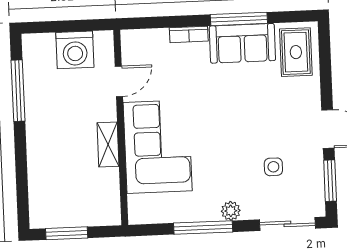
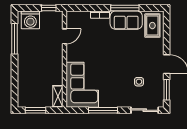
window: (85, 25) -> (49, 8), added
washing machine: (75, 50) -> (30, 20), moved
shelving: (108, 145) -> (58, 96), moved
corner sofa: (158, 147) -> (82, 85), moved
plant: (231, 211) -> (117, 103), removed

